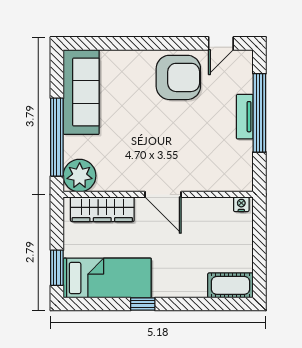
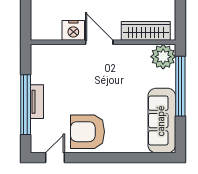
nightstand: (241, 204) -> (73, 30), moved, width x1.89, depth x1.79

